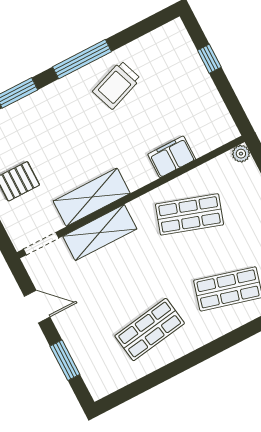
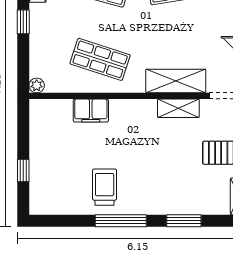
trolley: (117, 85) -> (105, 187), turned -70
shelving: (92, 197) -> (178, 108), width x0.67, depth x0.75

